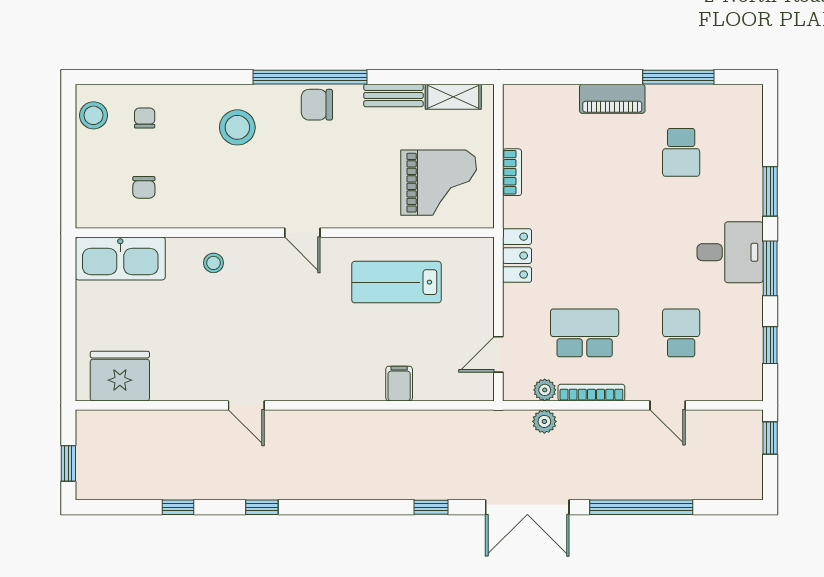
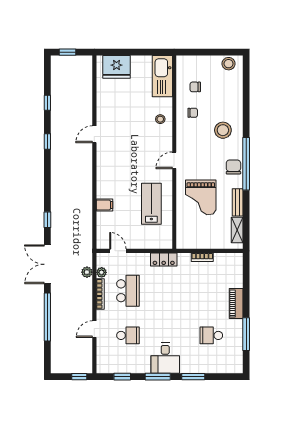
chair: (145, 118) -> (193, 113), moved
grand piano: (439, 183) -> (201, 197), moved
fridge: (120, 376) -> (117, 67), moved, turned 90

